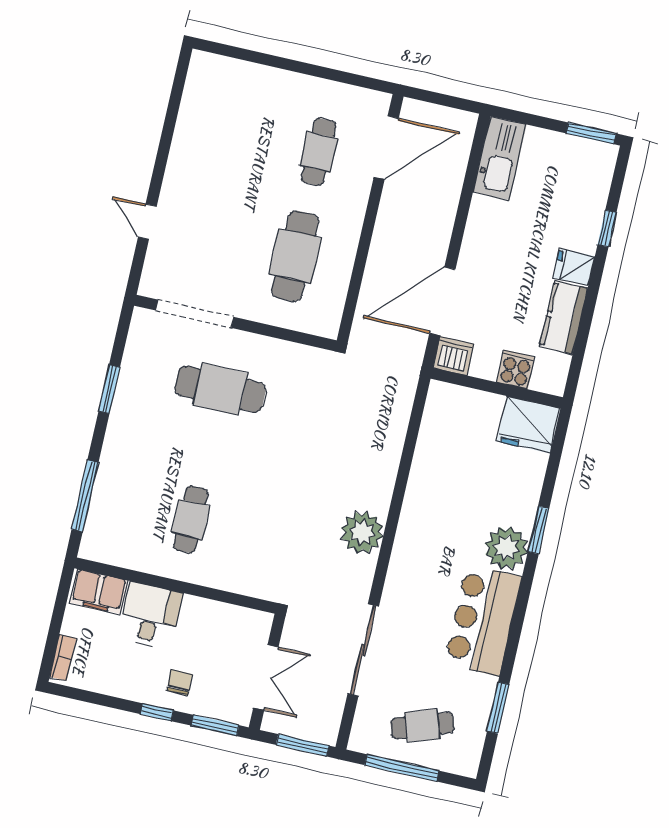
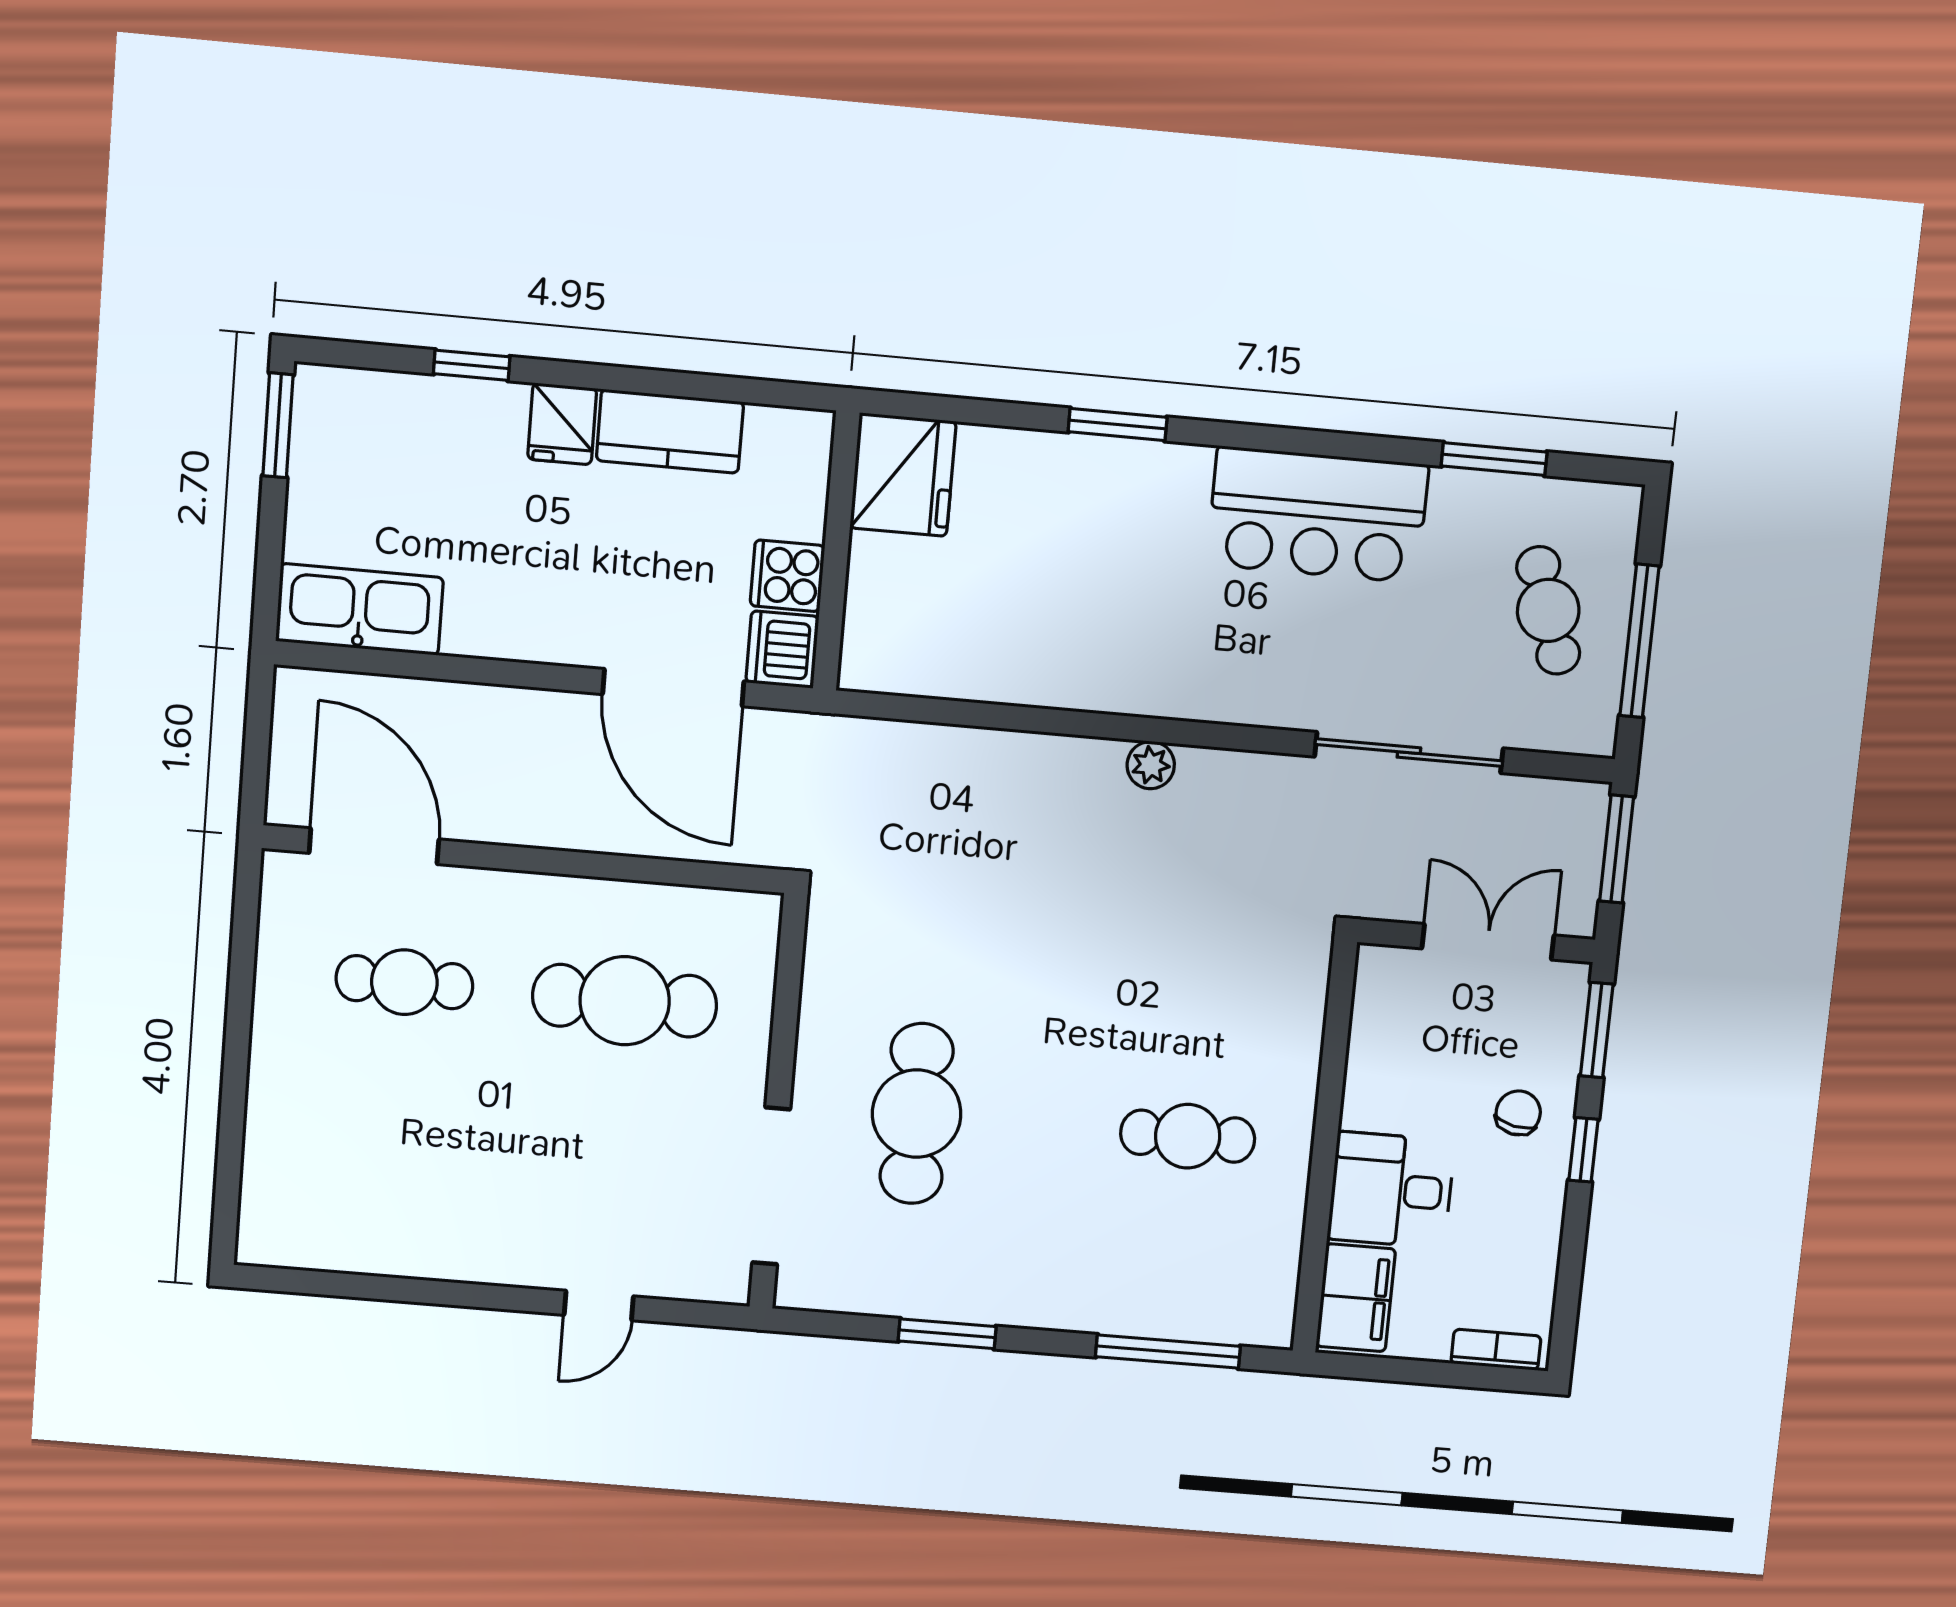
cooker: (516, 370) -> (787, 576), moved
plant: (362, 532) -> (1151, 765), width x0.53, depth x0.53
plant: (506, 548) -> (1163, 487), removed
chair: (180, 682) -> (1518, 1113), turned 102

